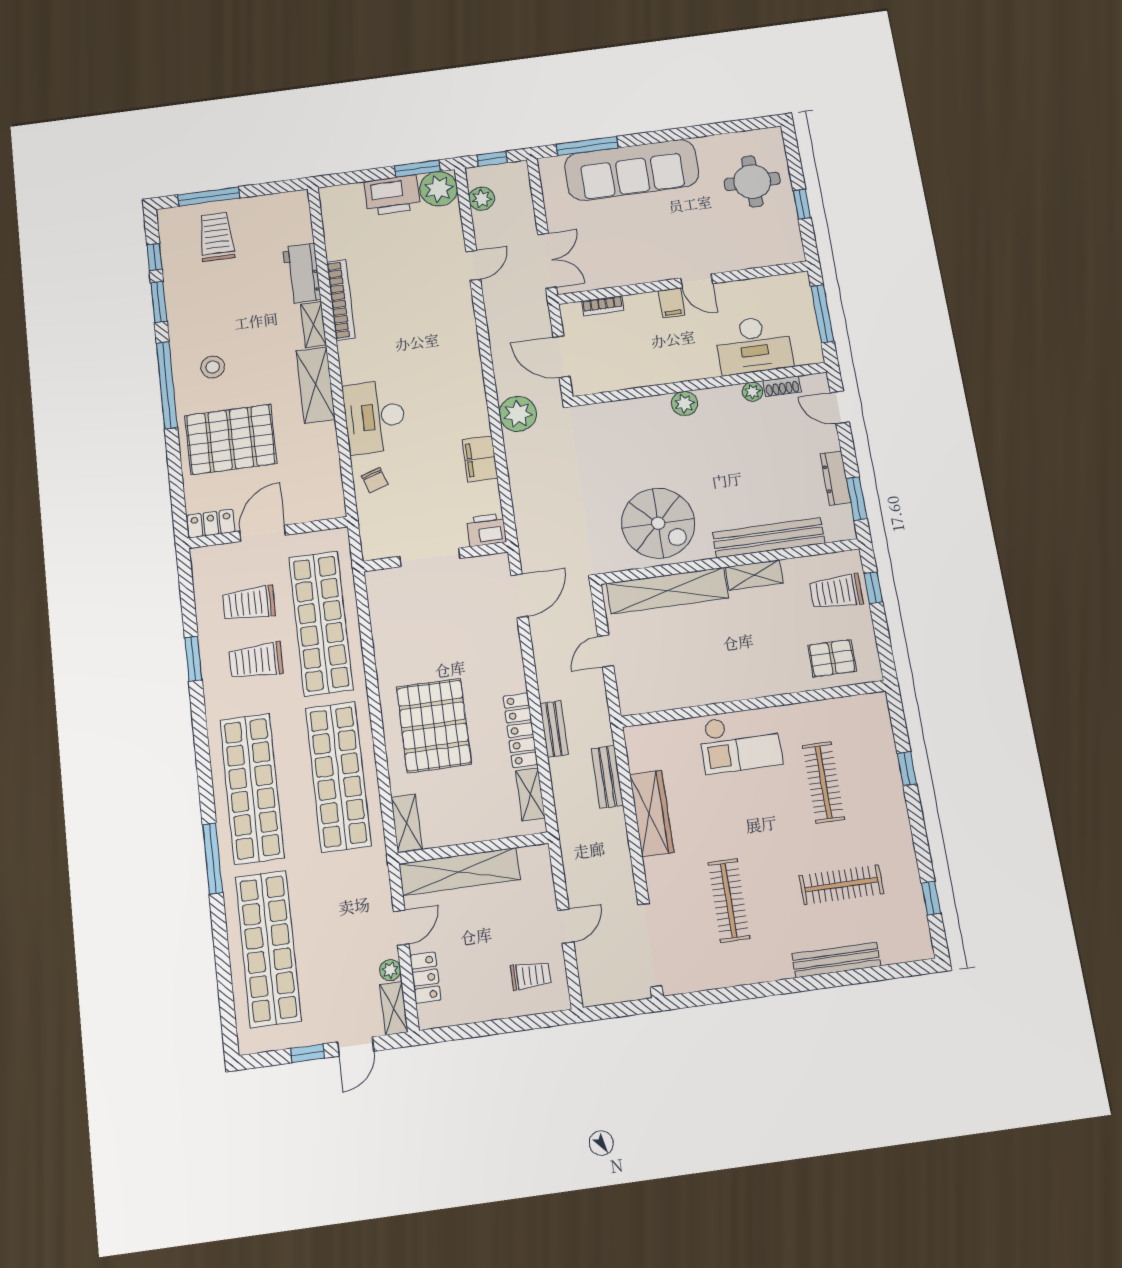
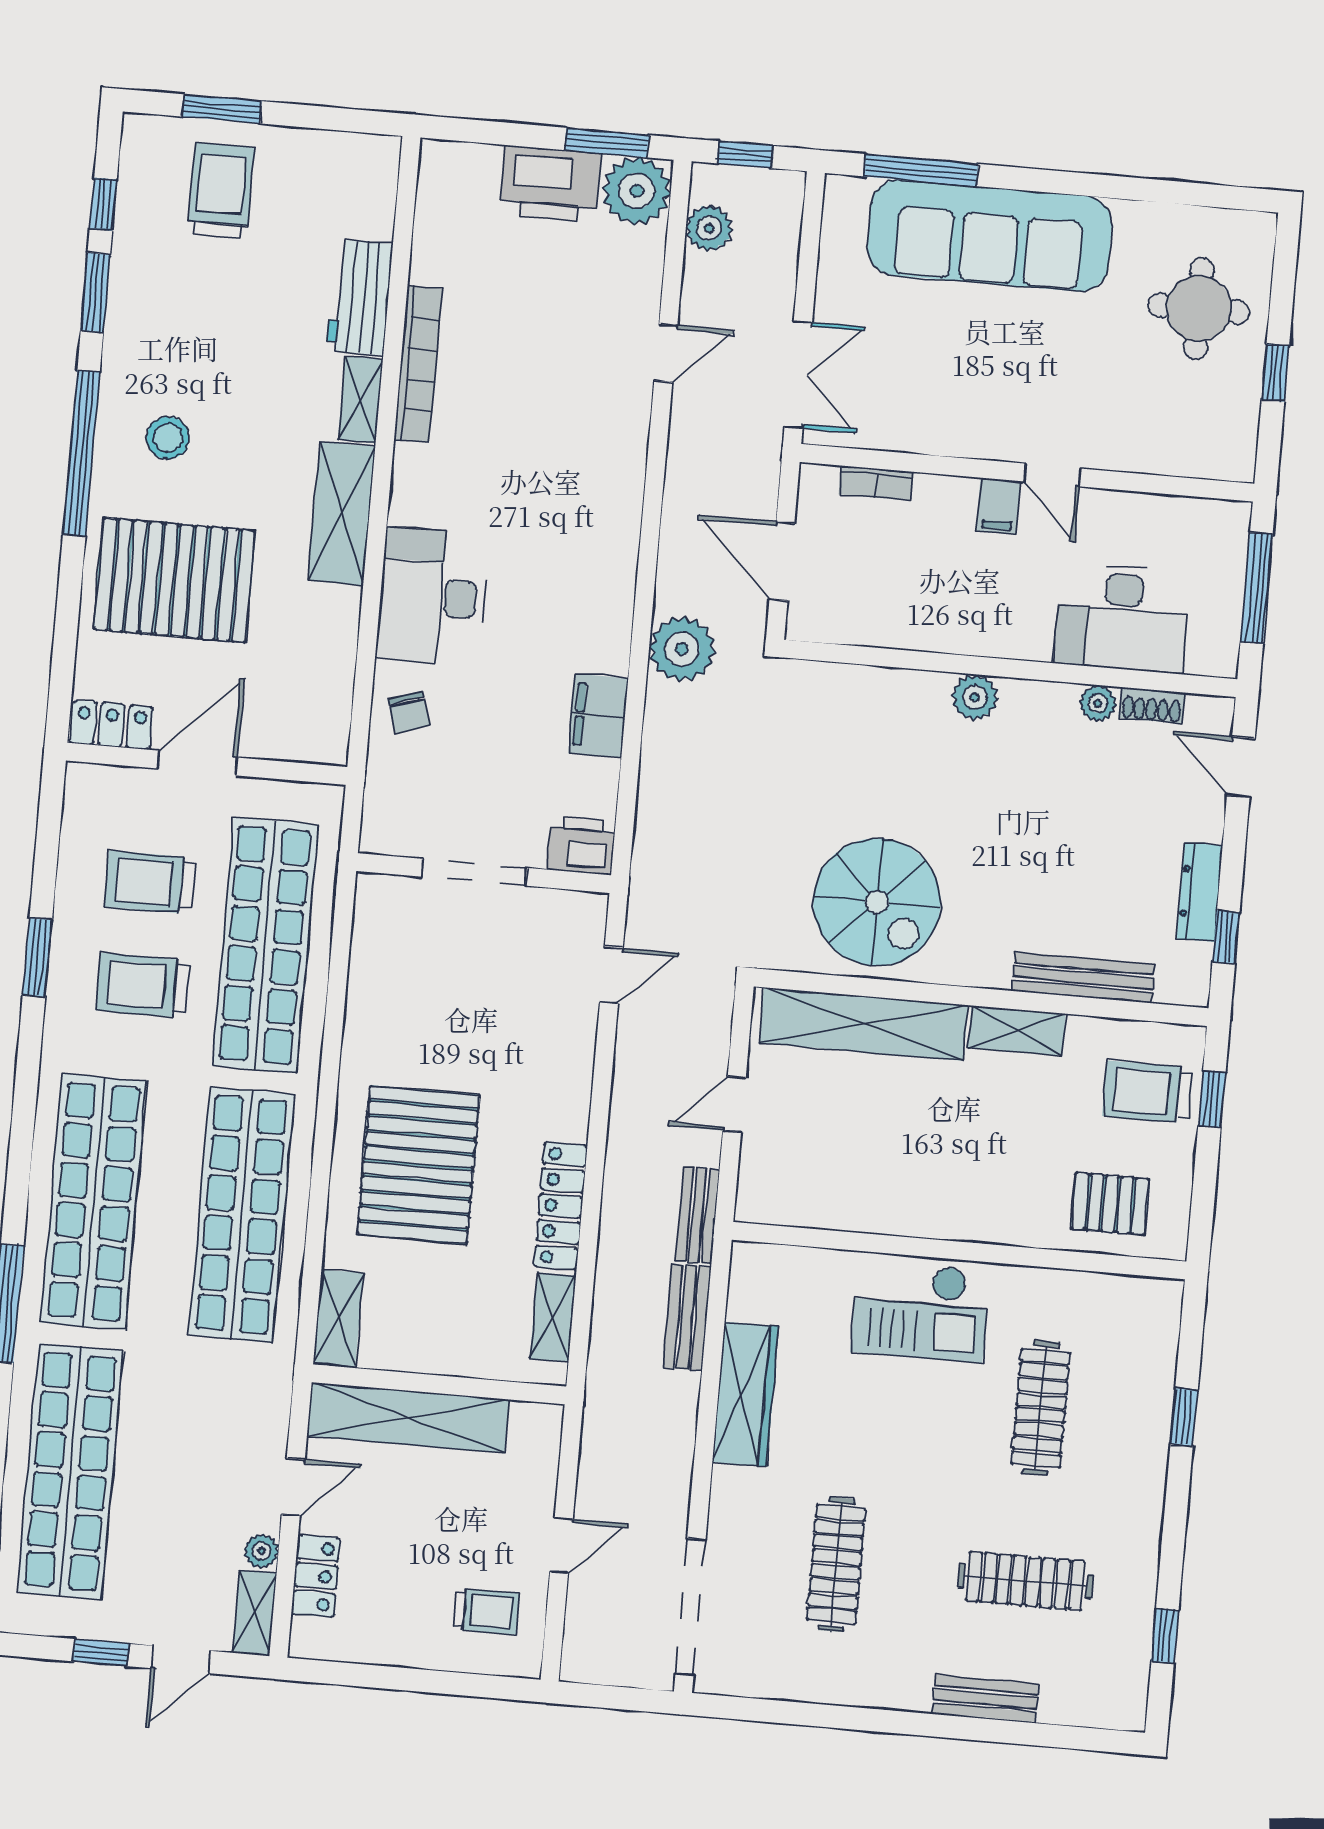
window: (209, 196) -> (222, 109), width x0.69
window: (857, 499) -> (1226, 937), width x0.67
bench: (769, 538) -> (1083, 978), width x0.73, depth x0.82
door: (519, 596) -> (611, 975), width x0.73
bench: (554, 729) -> (698, 1215), moved
bench: (836, 960) -> (985, 1699), width x0.73

